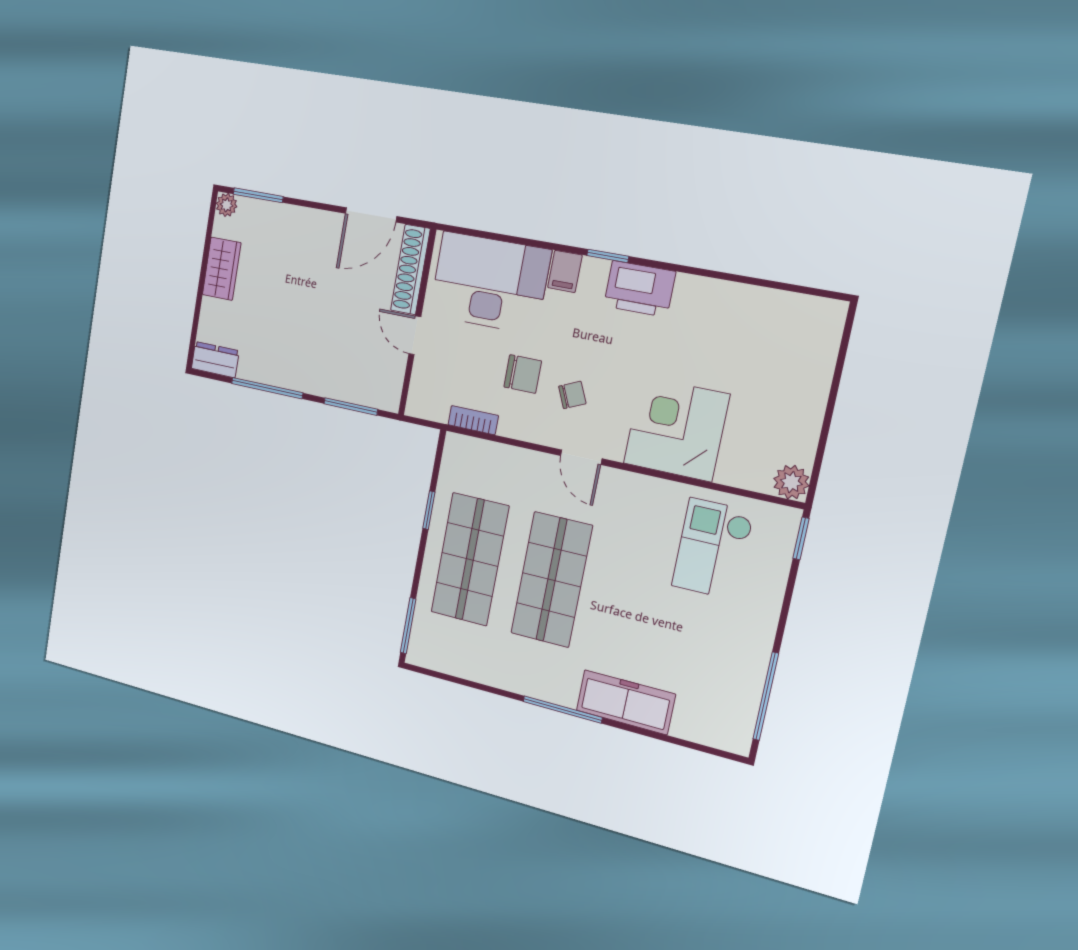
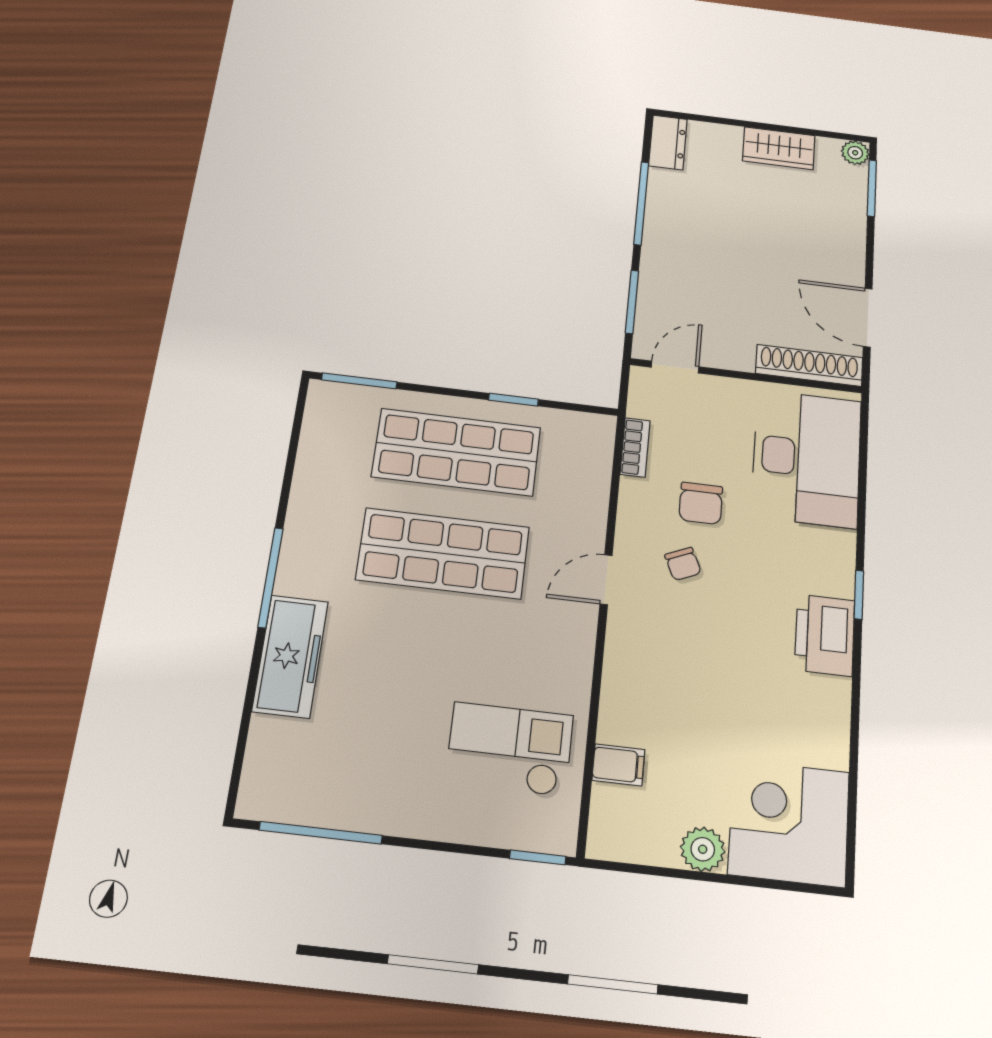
filing cabinet: (565, 271) -> (618, 765), moved, turned 180
door: (415, 335) -> (675, 367), moved
corner desk: (676, 429) -> (789, 823), moved, turned -90
plant: (791, 482) -> (703, 849), moved

